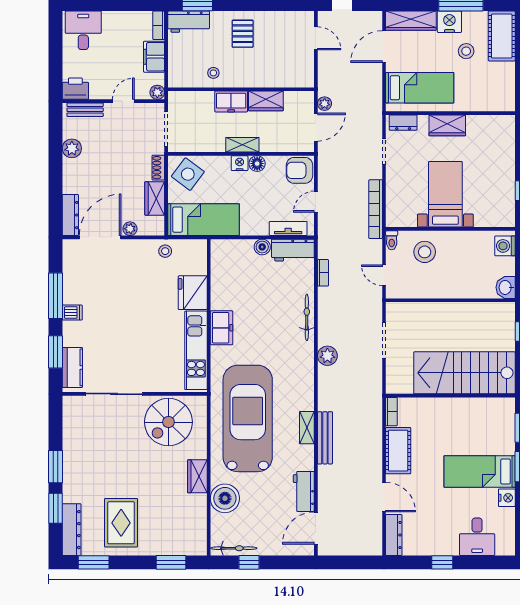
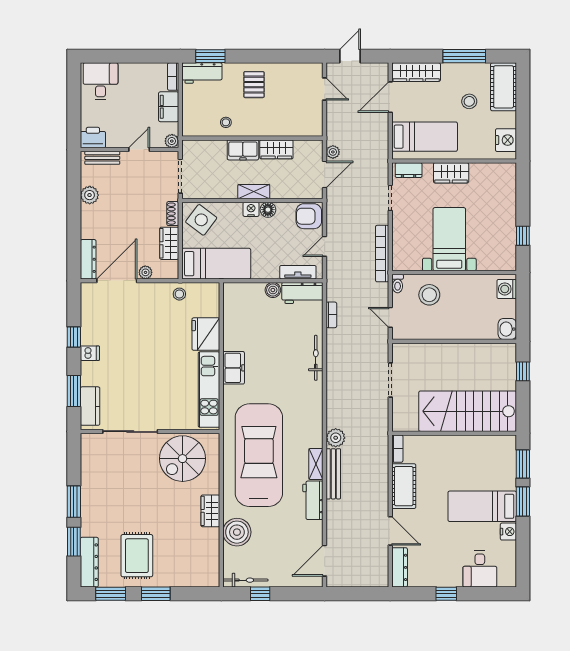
nightstand: (449, 22) -> (506, 140), moved, turned 90
window: (56, 296) -> (74, 337), width x0.46
plant: (327, 356) -> (336, 438), moved
workbench: (304, 491) -> (313, 500), moved
window: (171, 562) -> (156, 594), moved

